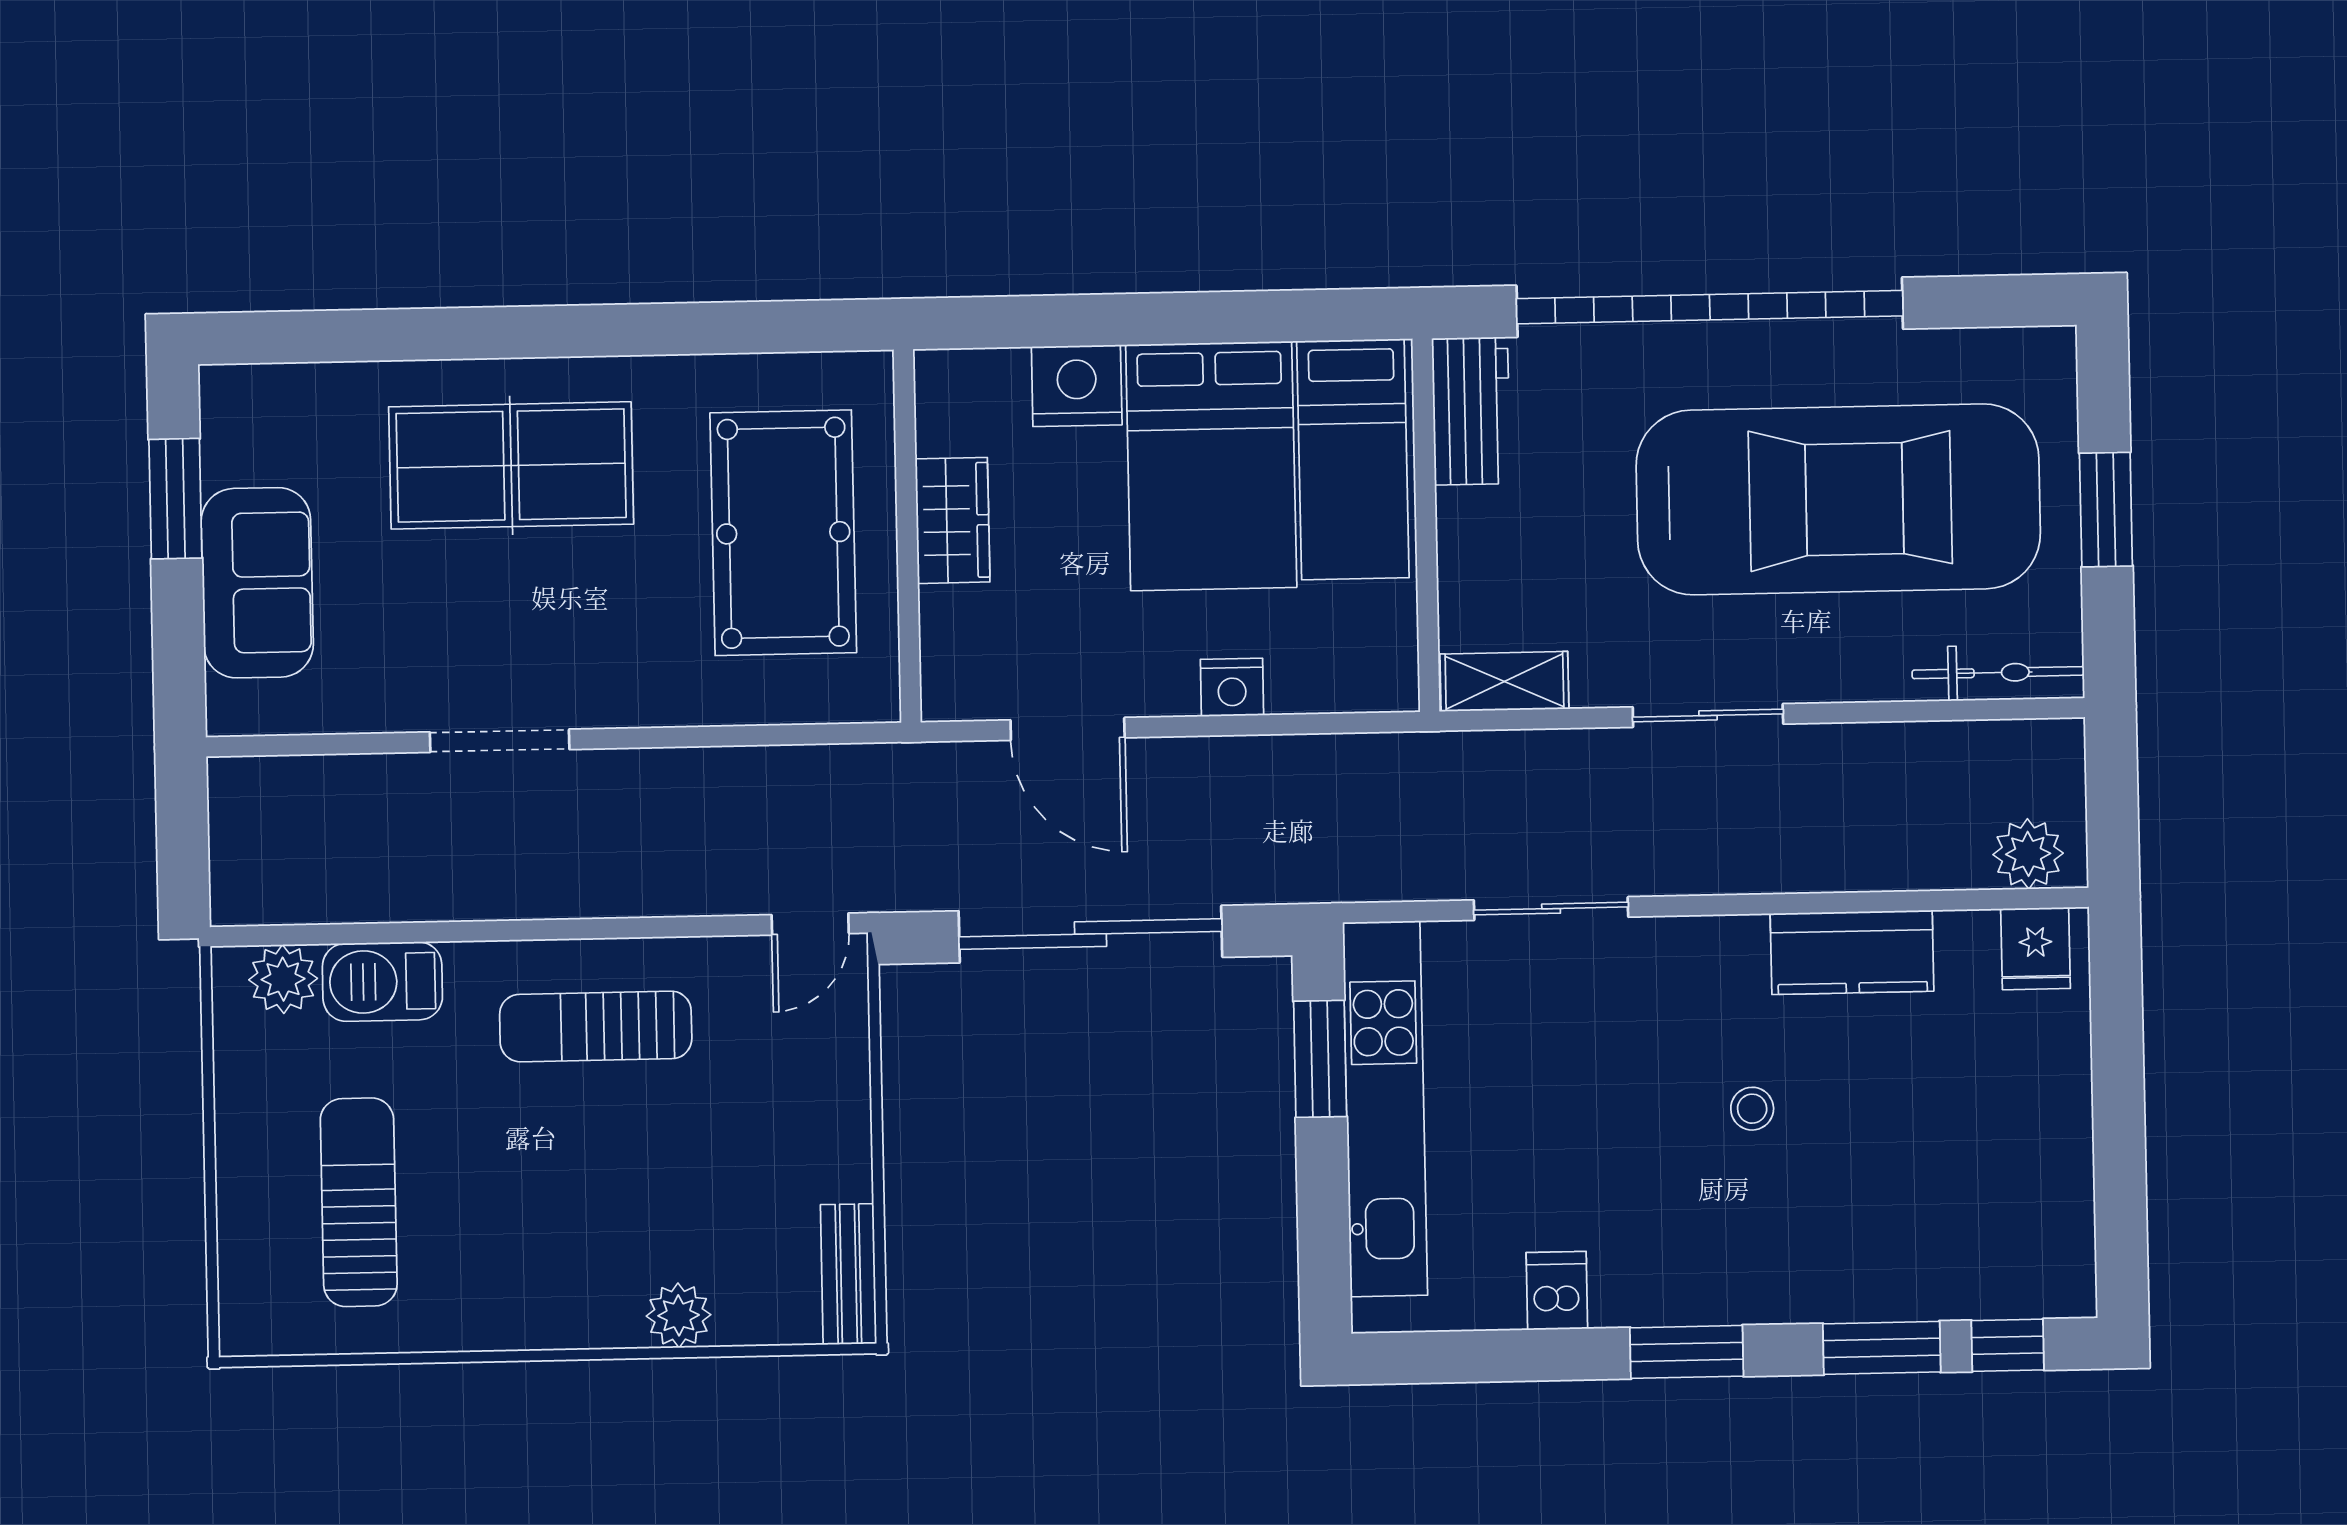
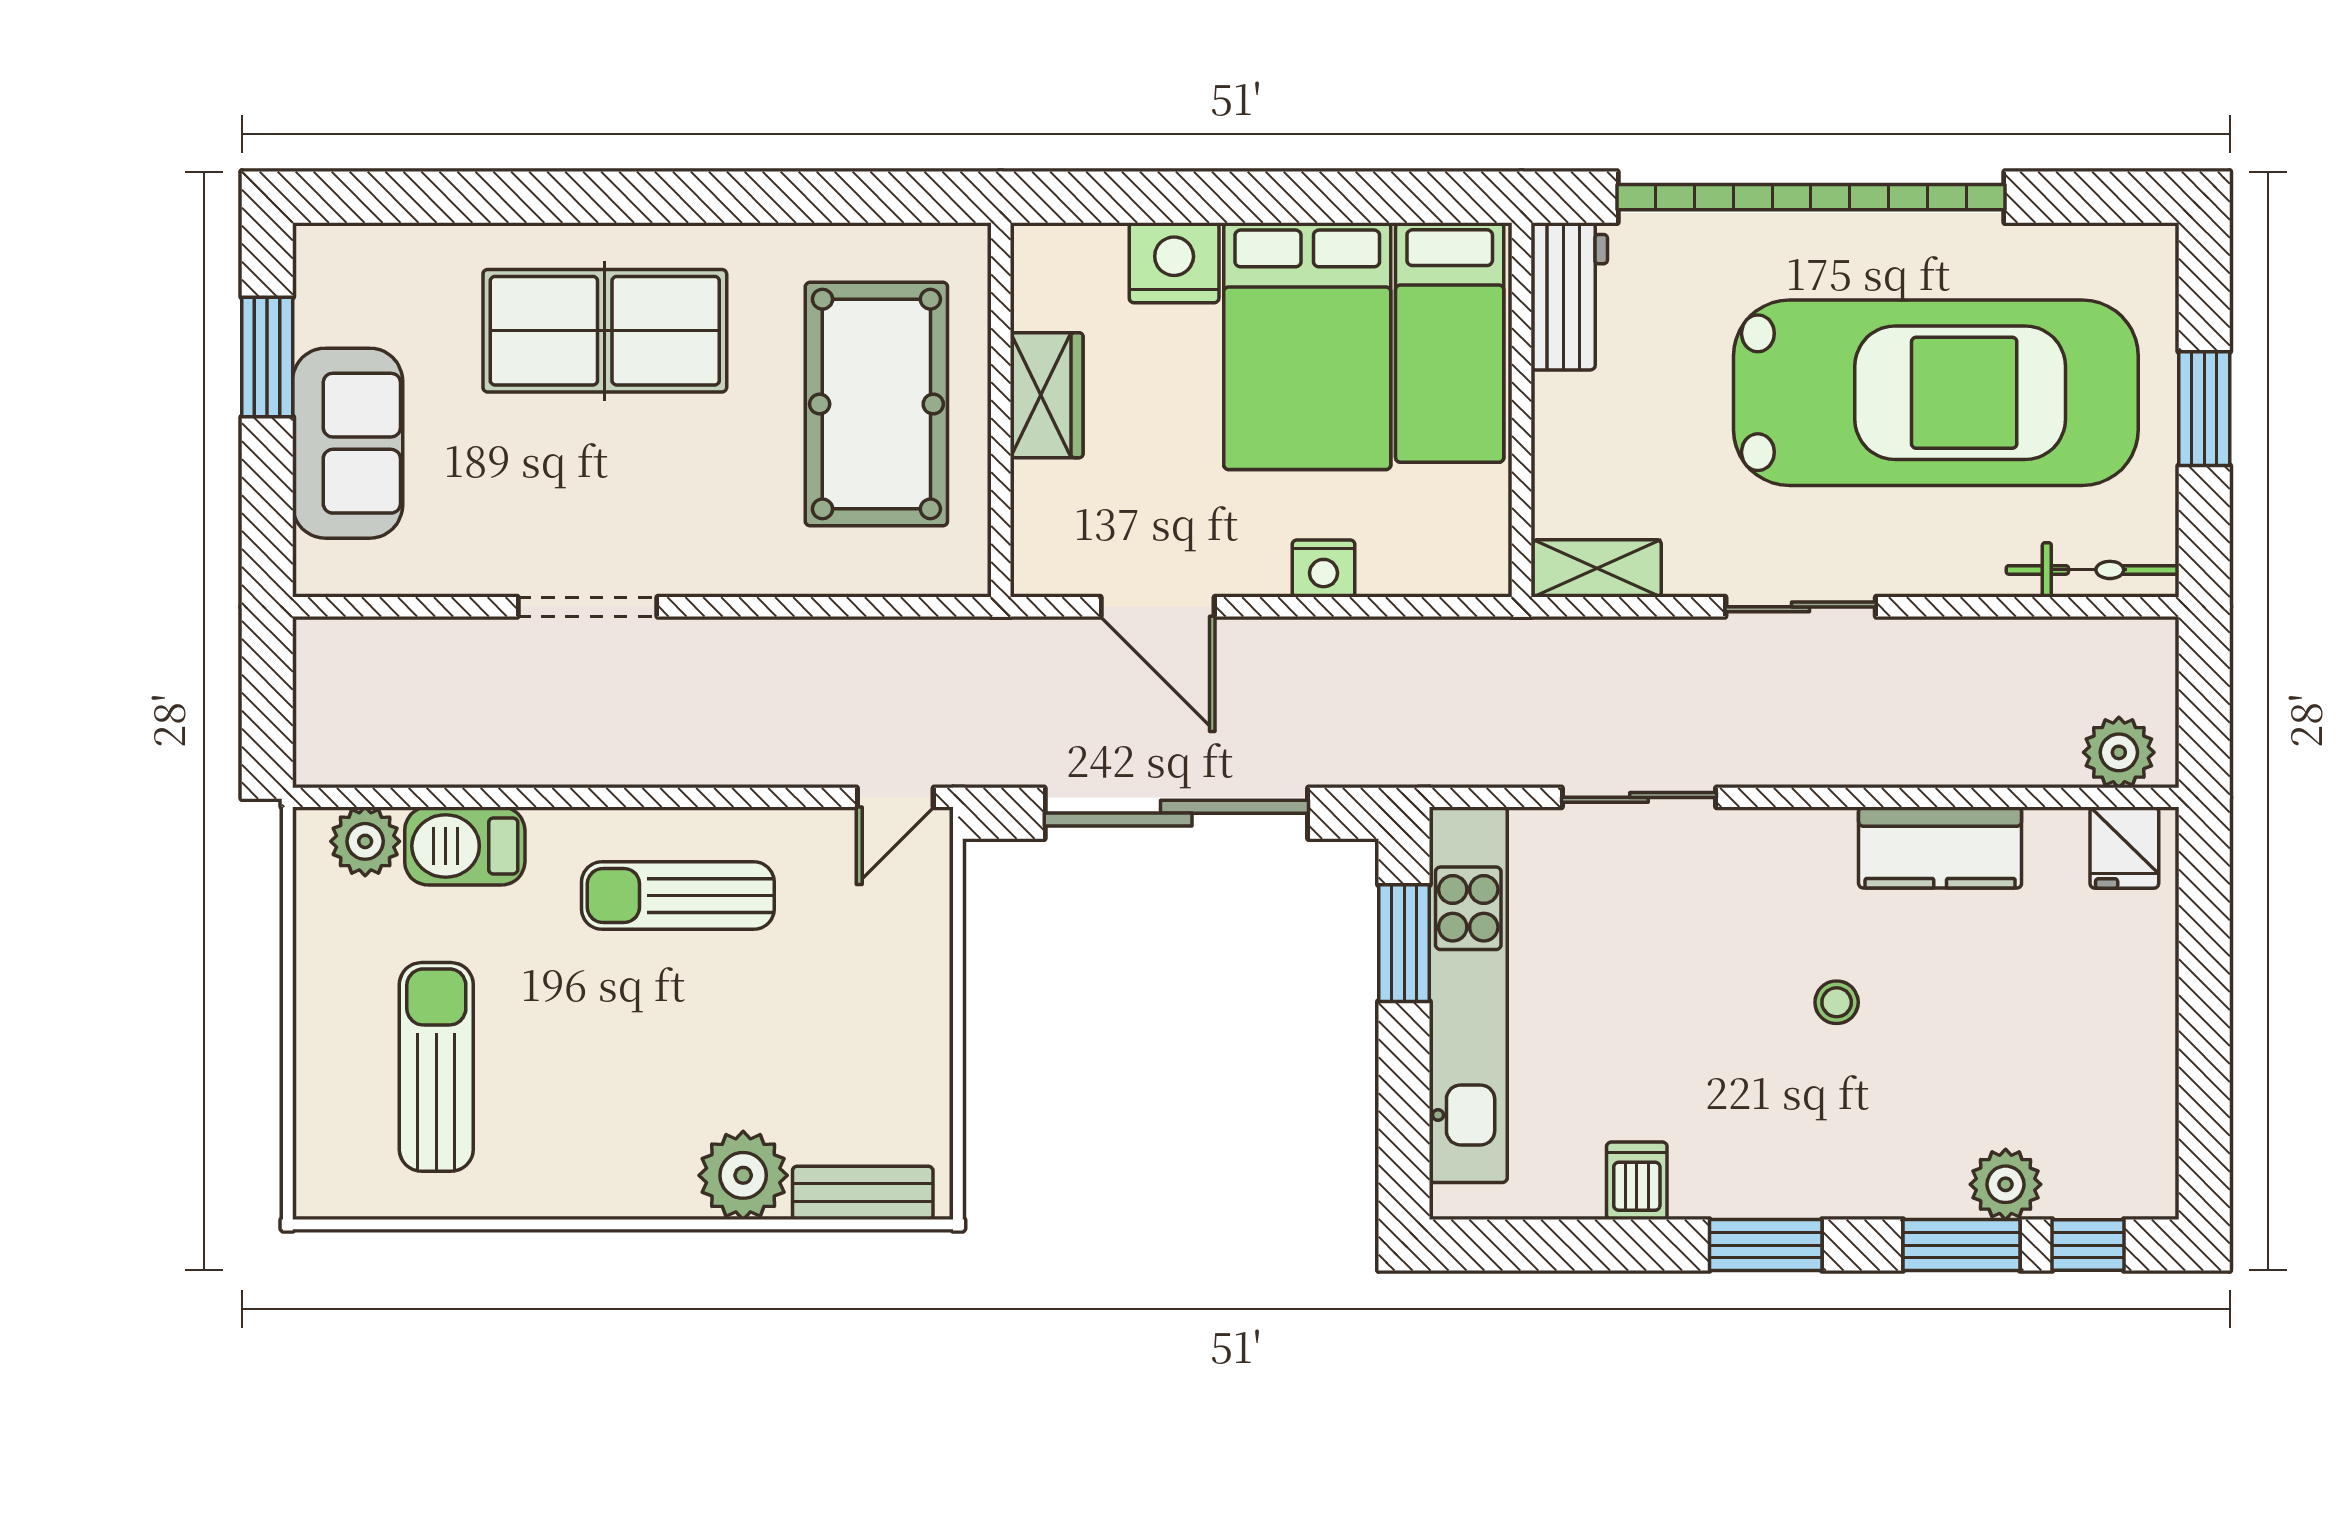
bench: (848, 1274) -> (863, 1193), moved, turned 90
plant: (1924, 1286) -> (2006, 1184), added
plant: (679, 1315) -> (743, 1175), width x1.36, depth x1.36

